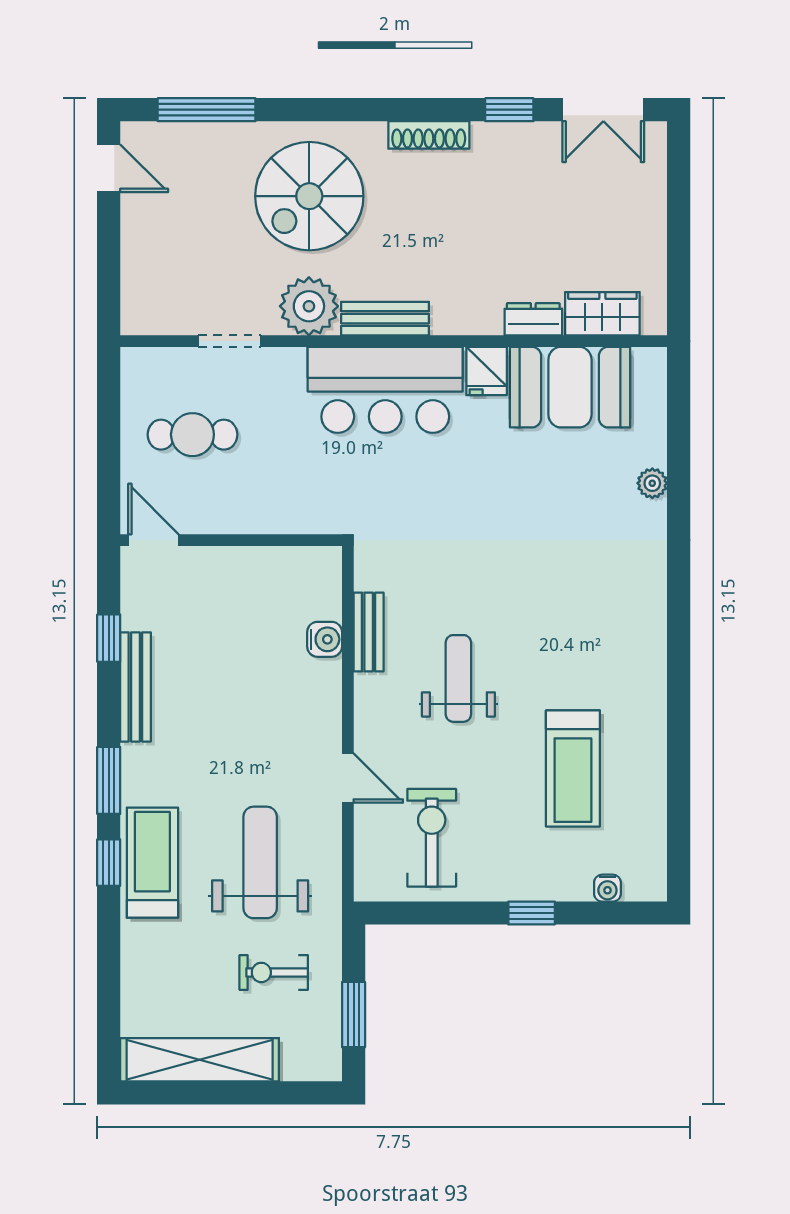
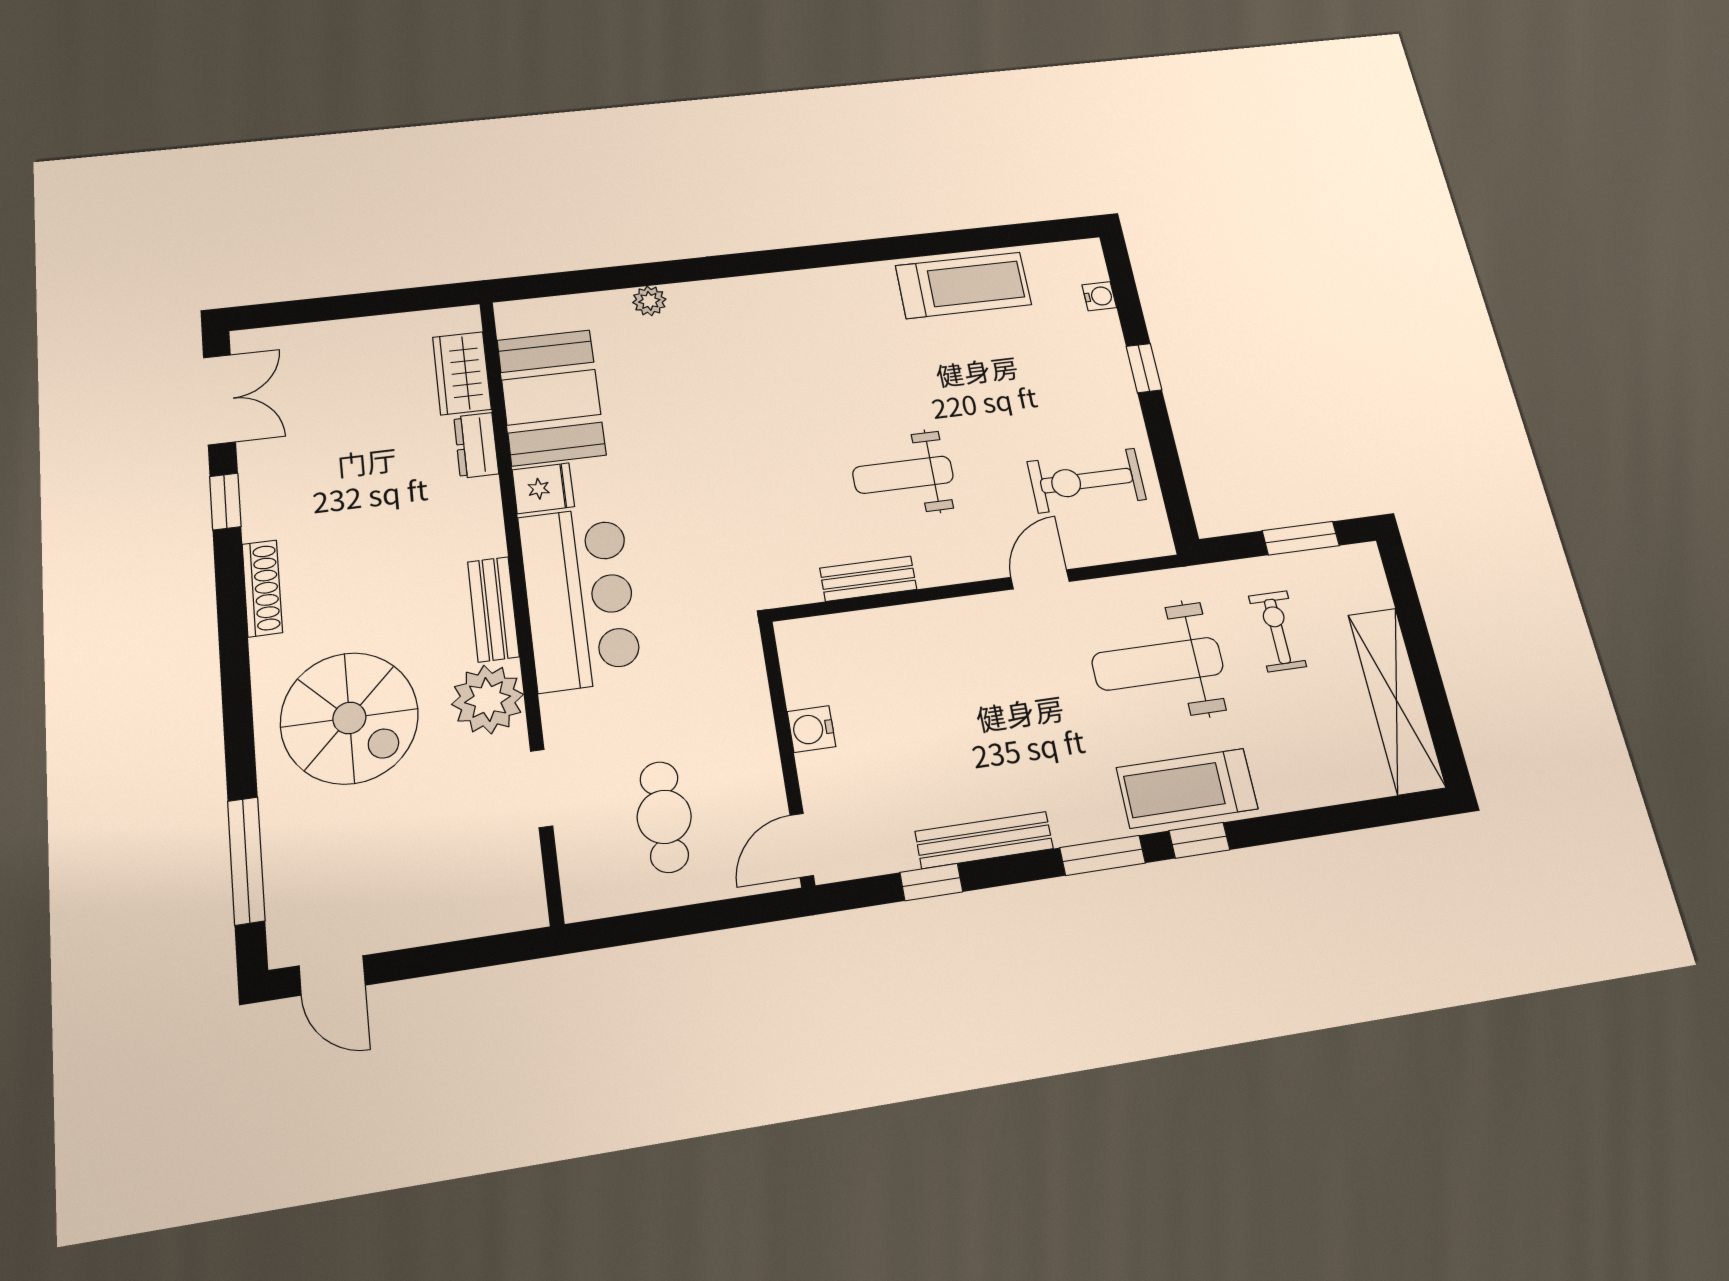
door: (109, 168) -> (332, 975), swing flipped
water cooler: (325, 639) -> (811, 729), moved, turned -90
treadmill: (573, 769) -> (964, 285), moved
exercise bike: (274, 972) -> (1277, 631), turned 180

